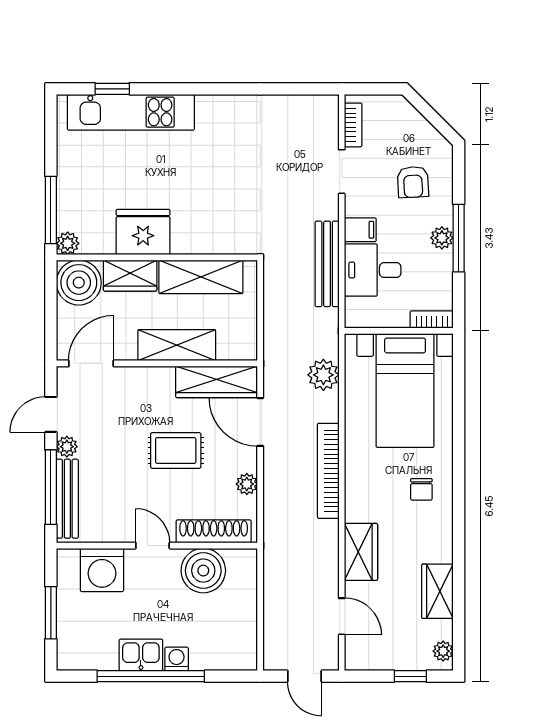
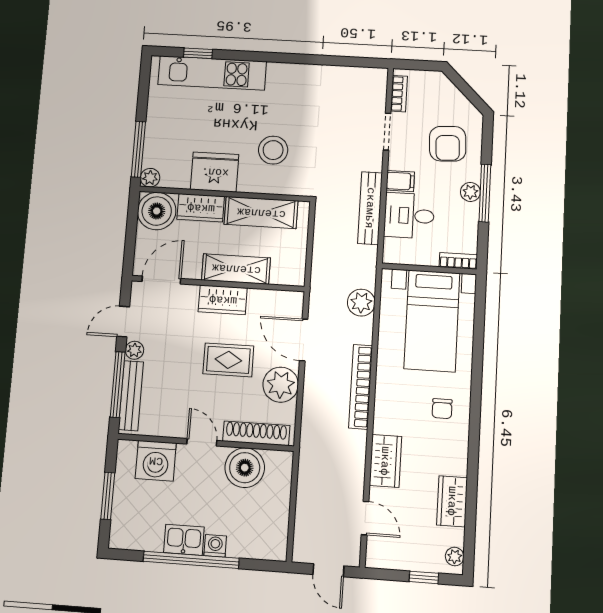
armchair: (413, 182) -> (448, 144), width x1.38, depth x1.38
stool: (210, 202) -> (273, 150), added
wardrobe: (217, 382) -> (223, 300), moved, width x0.67
plant: (247, 484) -> (281, 385), width x1.88, depth x1.88

